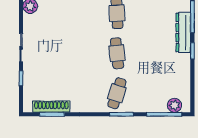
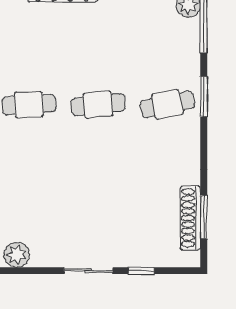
cafe table: (117, 93) -> (167, 105), turned -30

